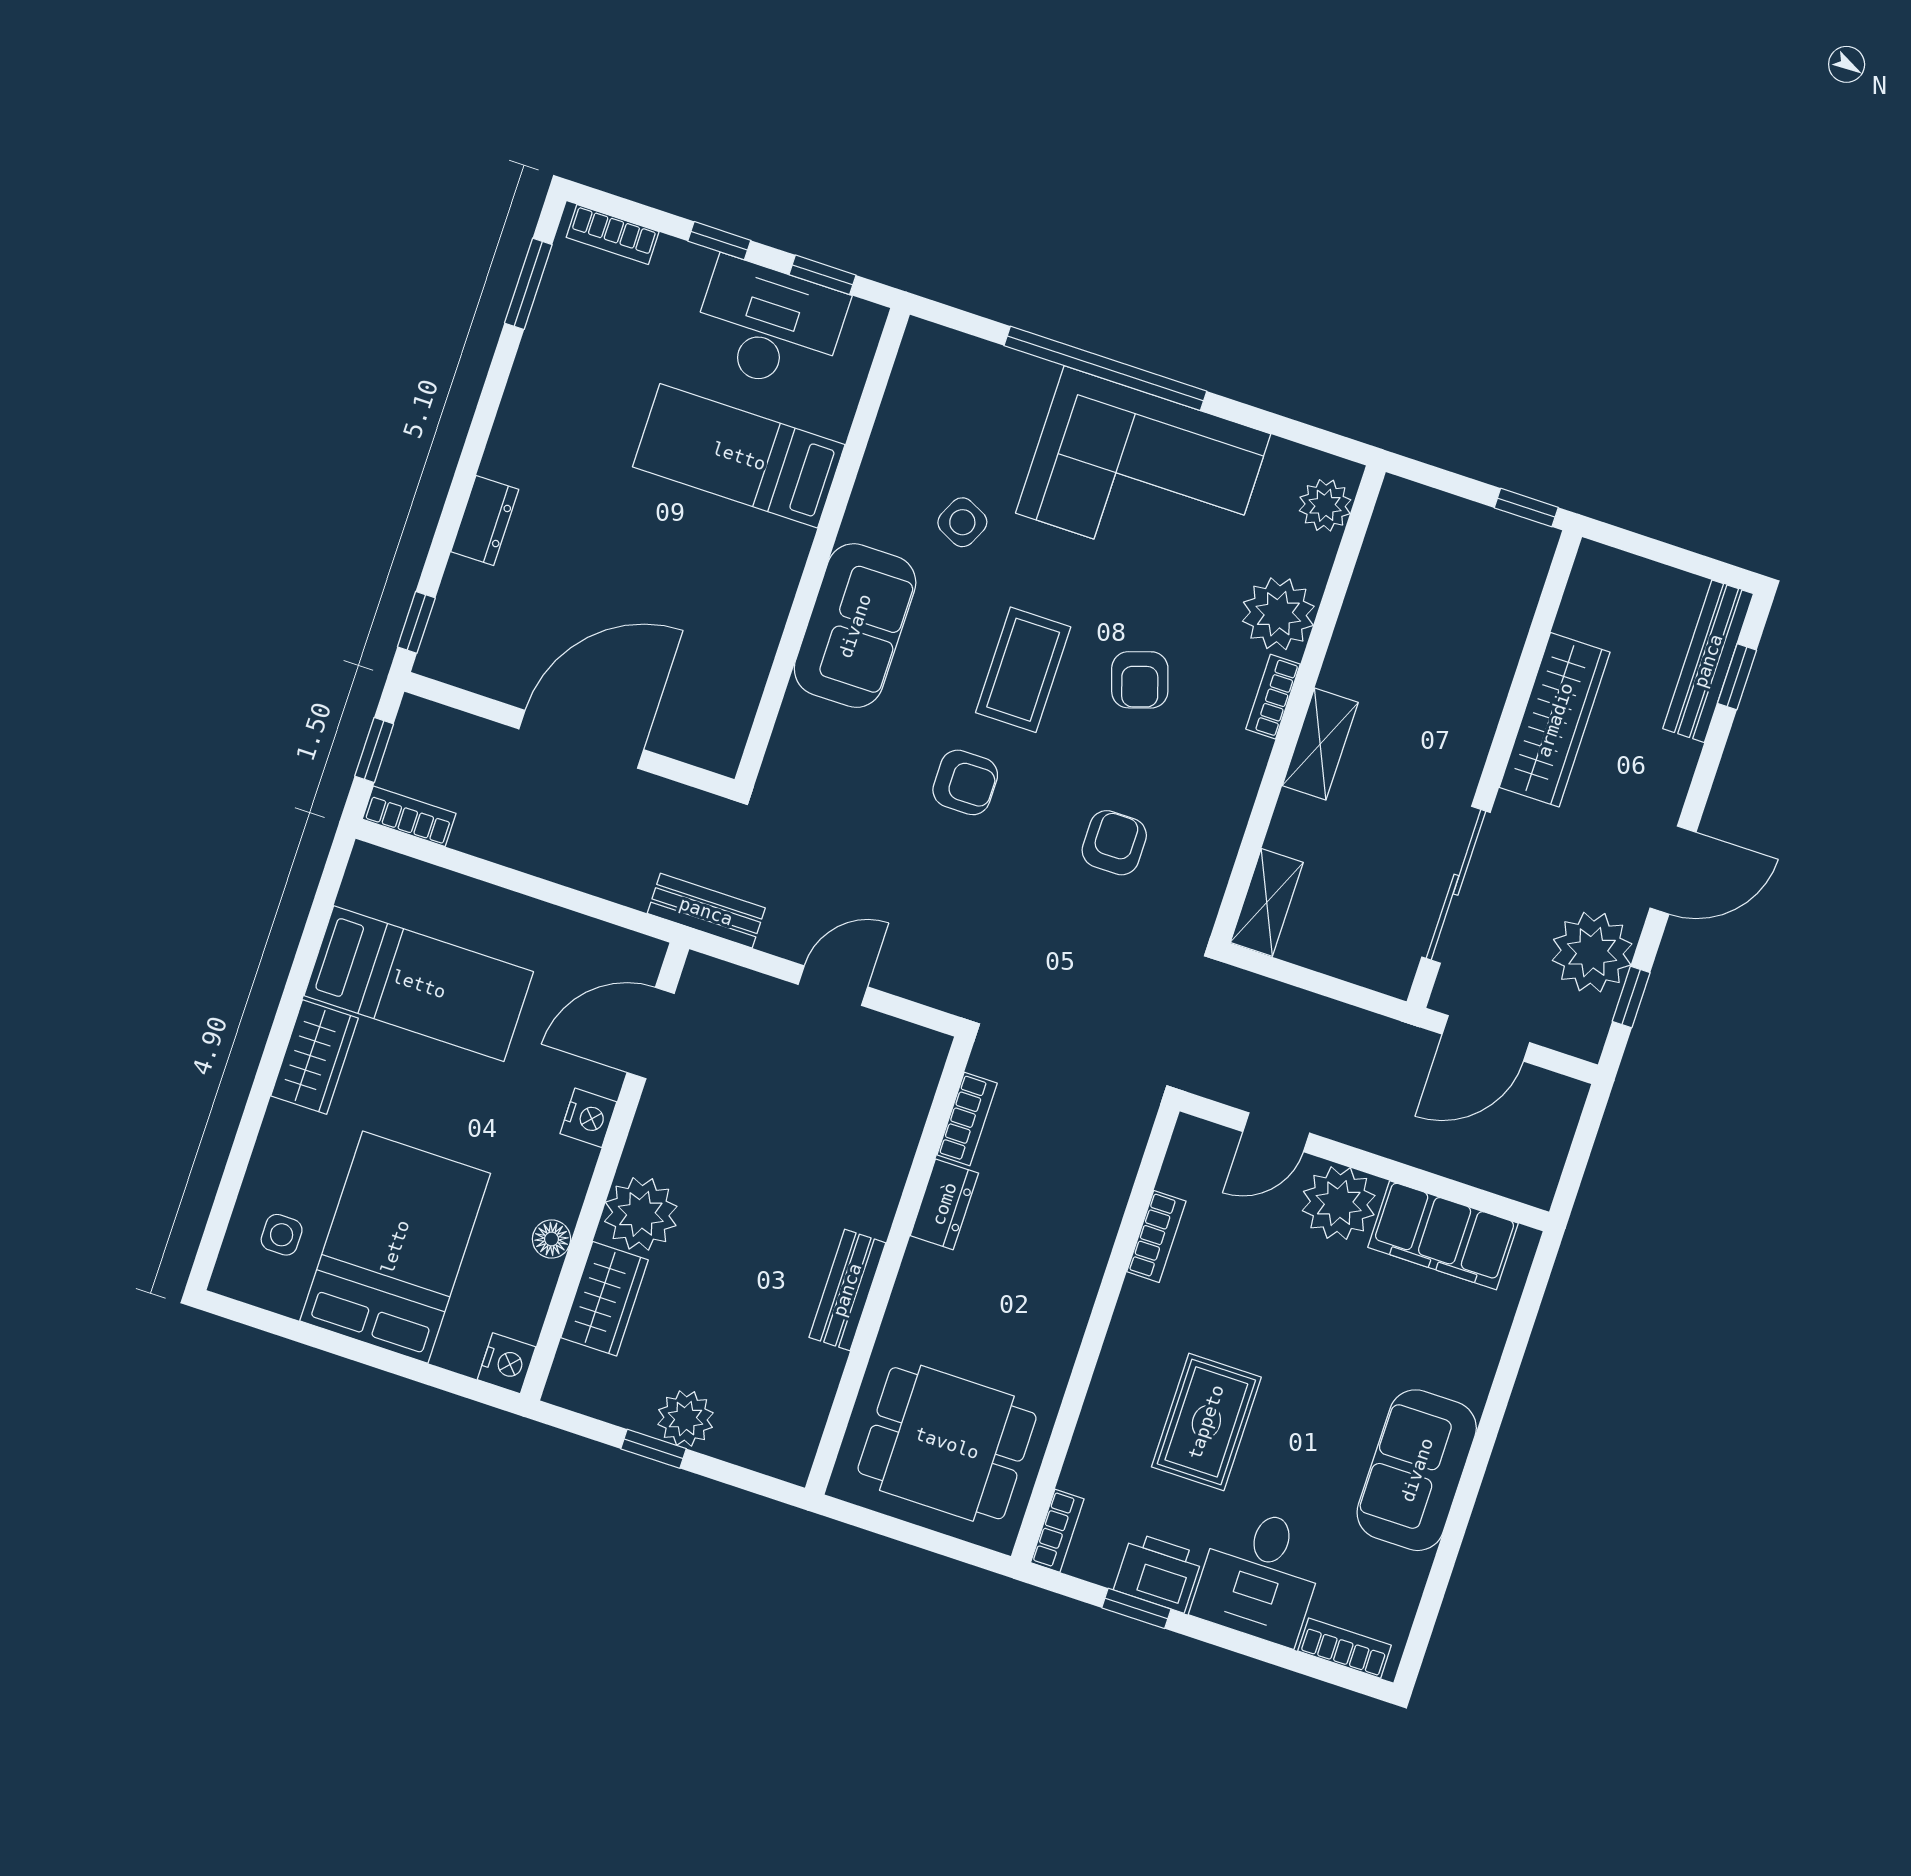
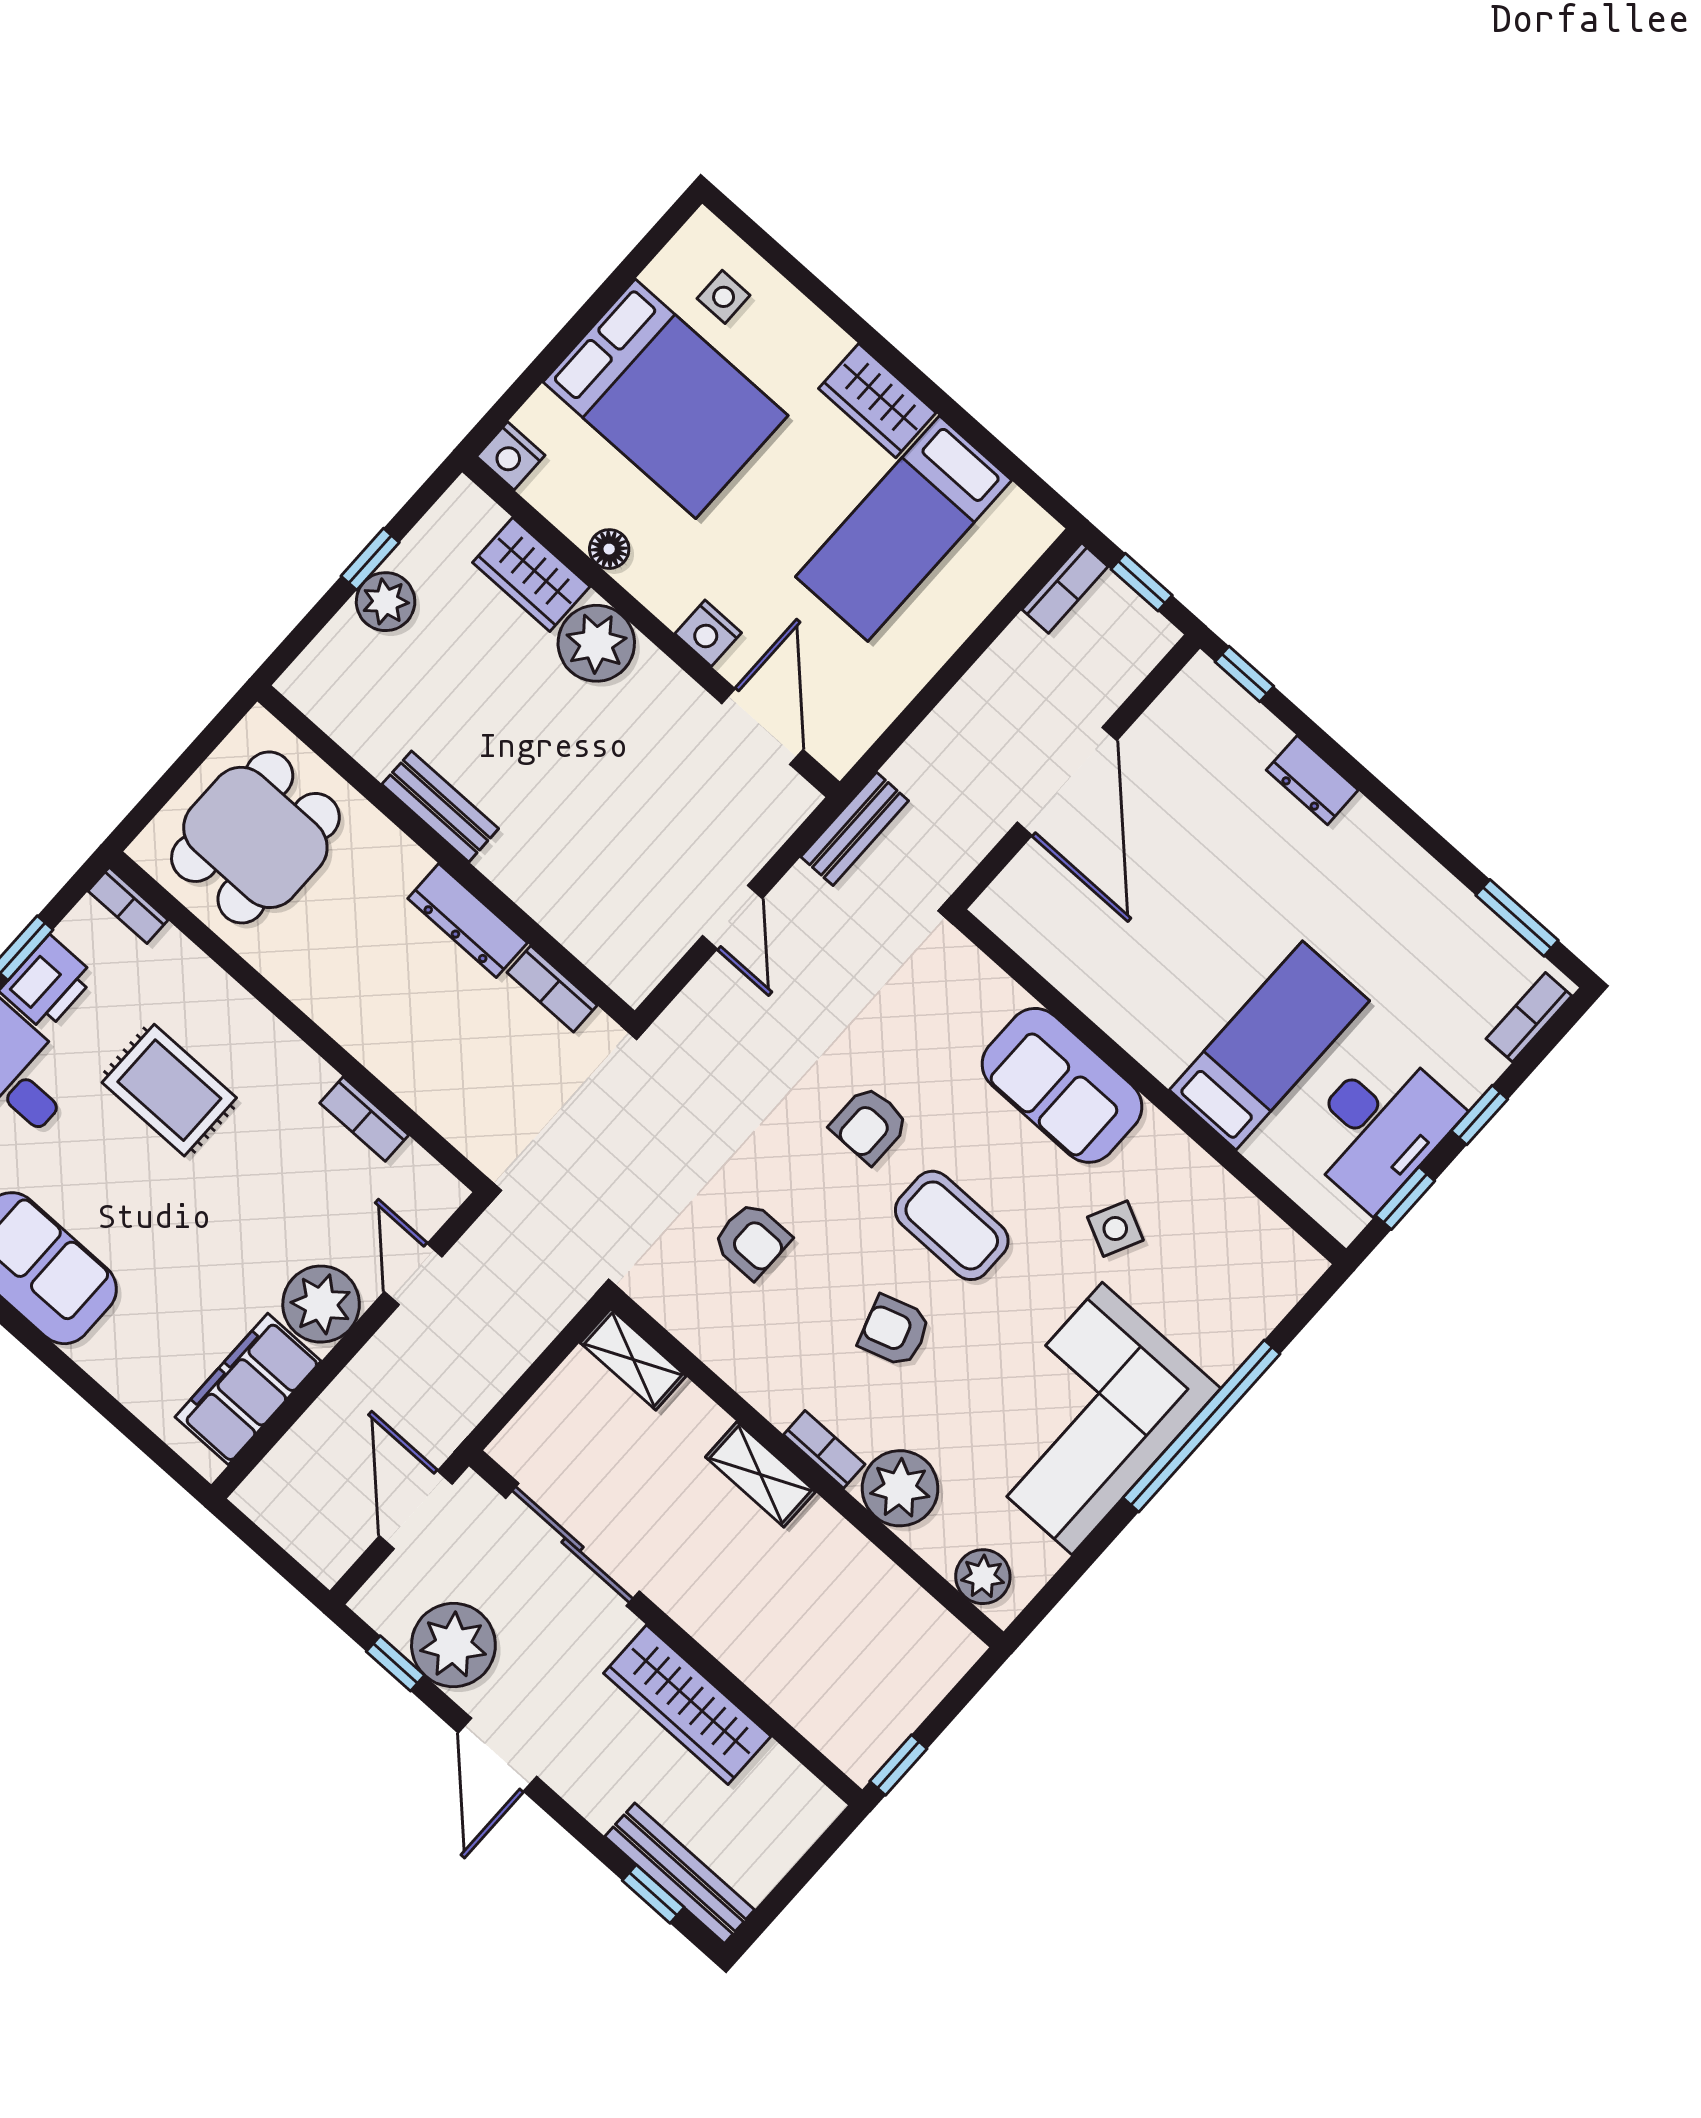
dresser: (944, 1204) -> (468, 921), width x1.44

